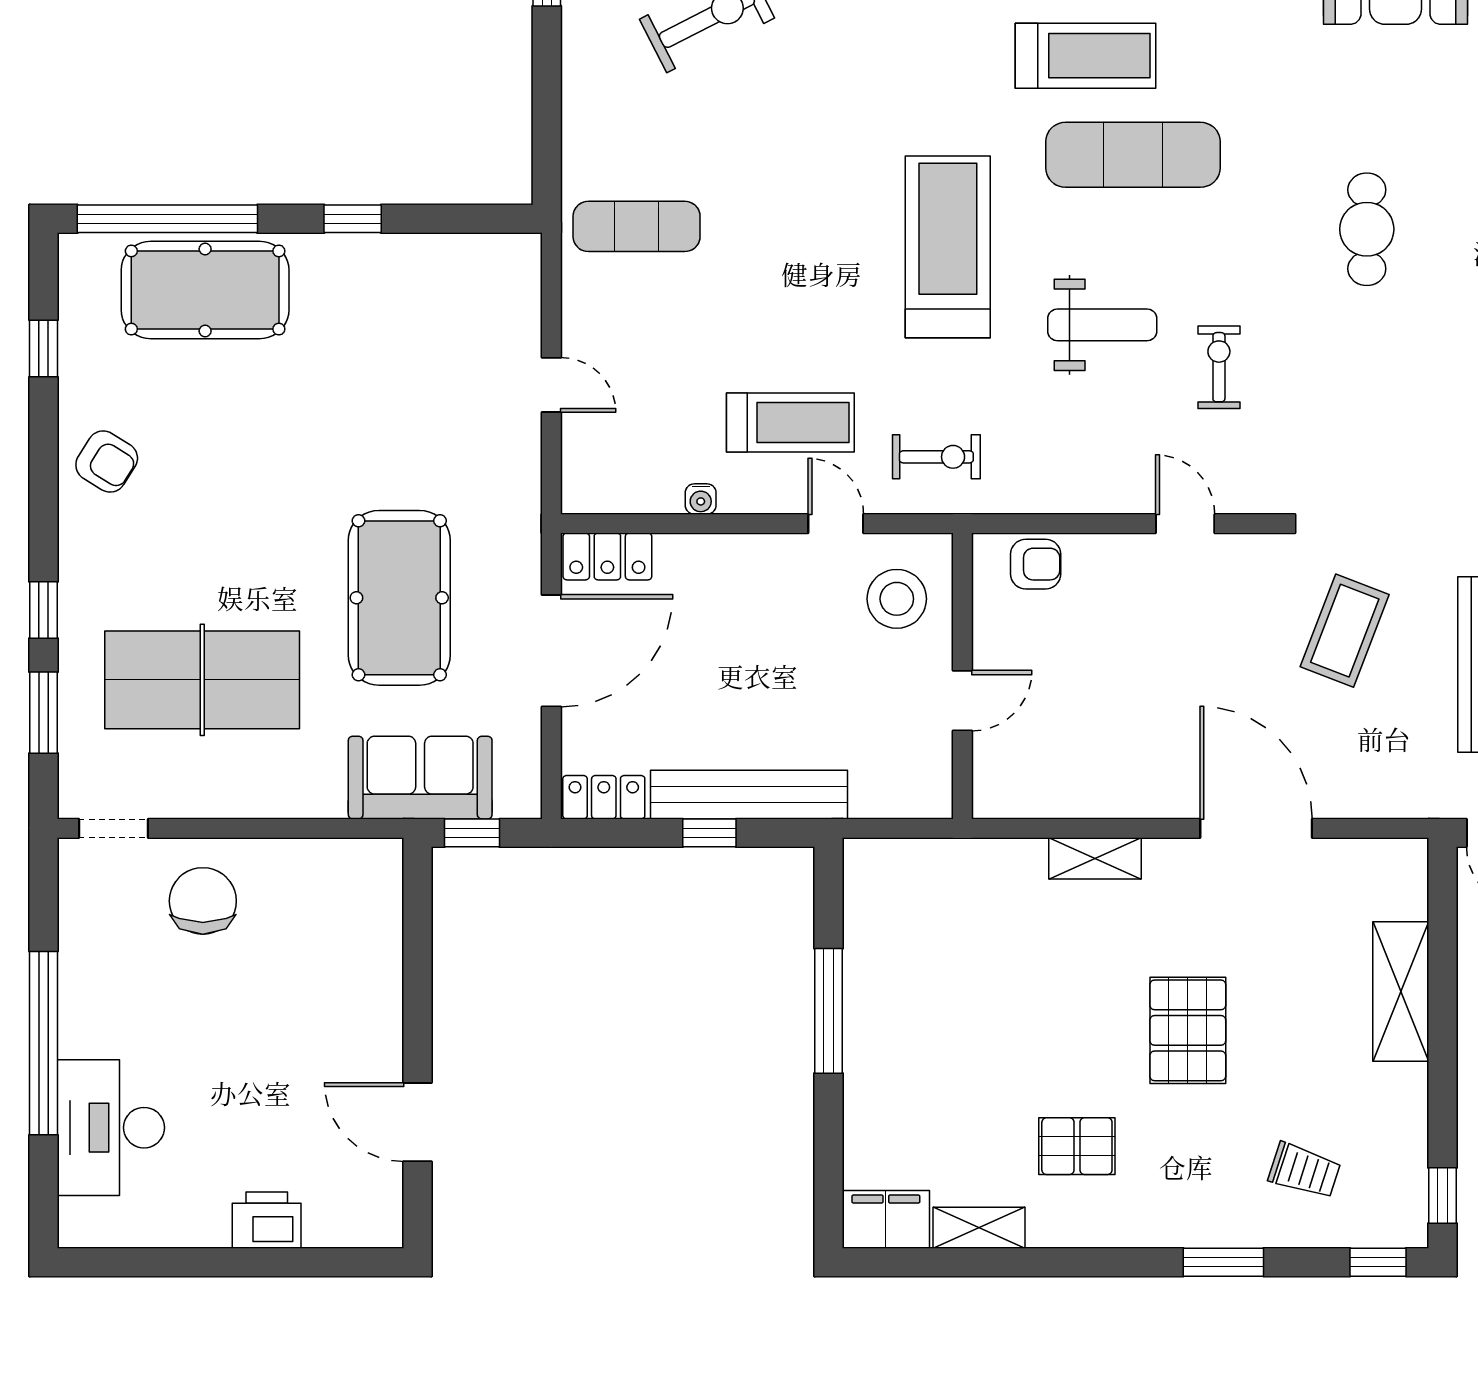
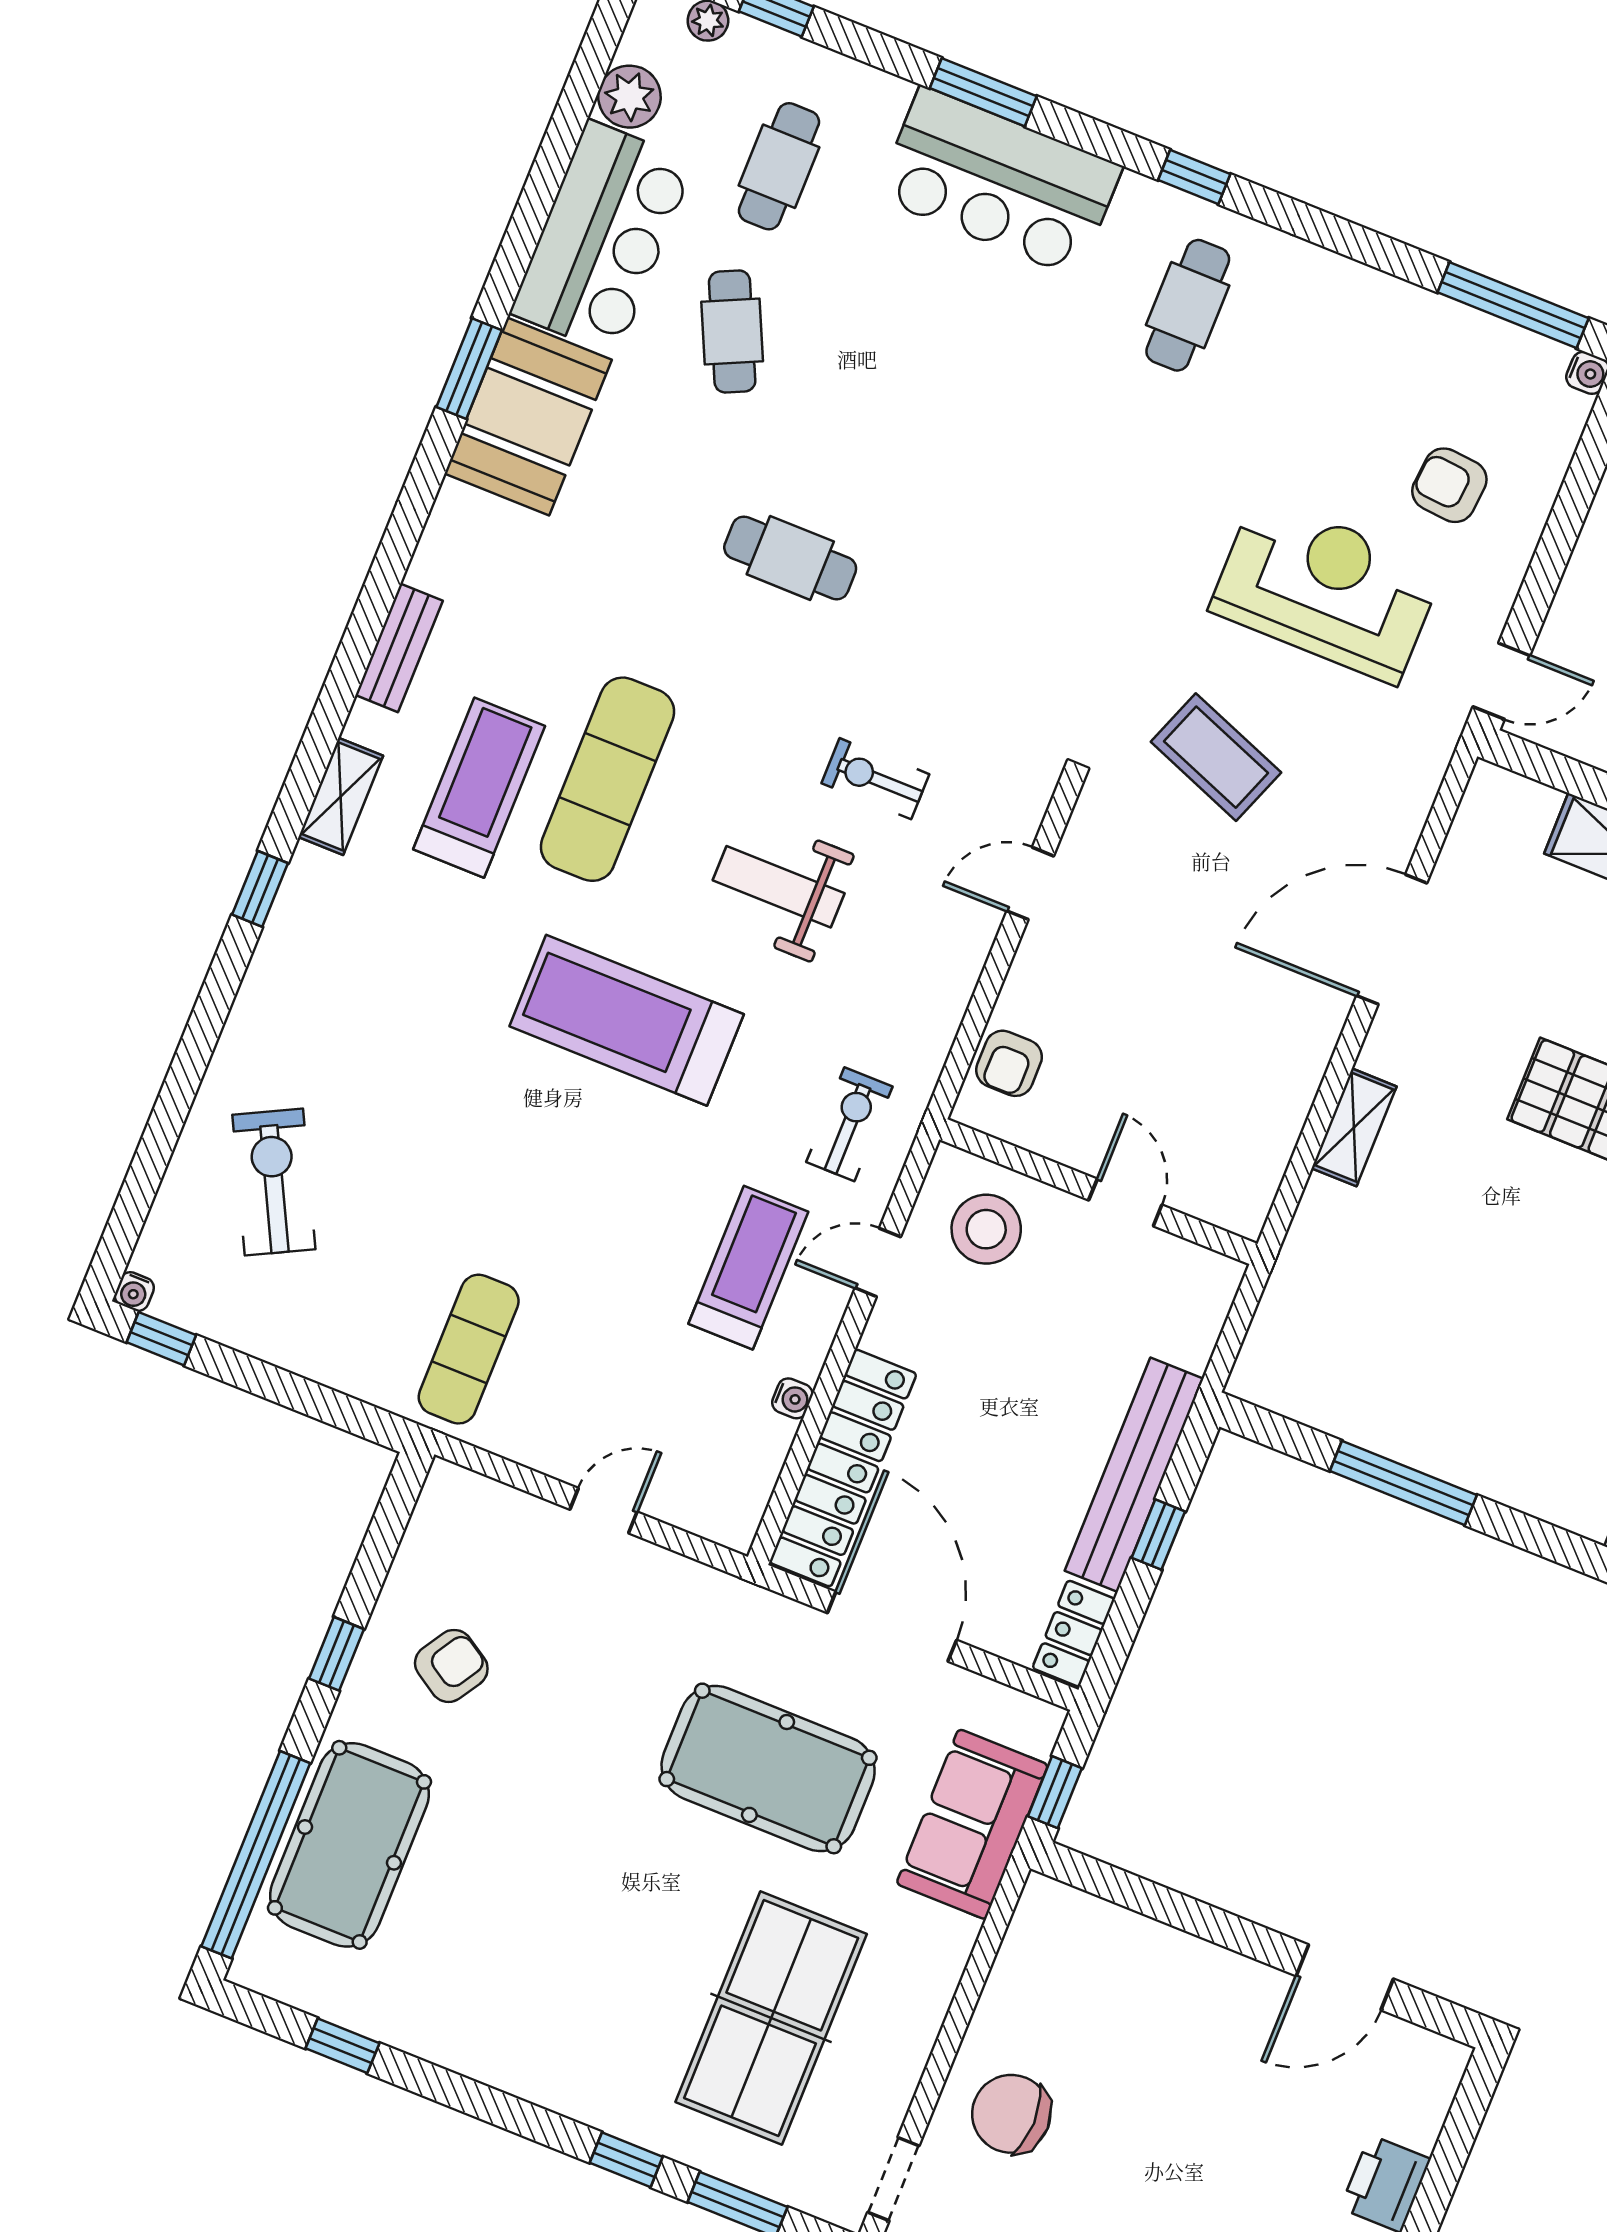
weight bench: (1102, 325) -> (779, 887), turned -90
armchair: (107, 462) -> (451, 1666), moved
locker: (607, 556) -> (843, 1468), width x2.16, depth x1.21
armchair: (1036, 564) -> (1009, 1063), turned 180

